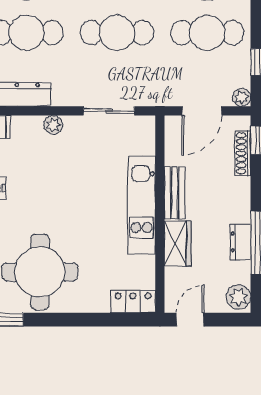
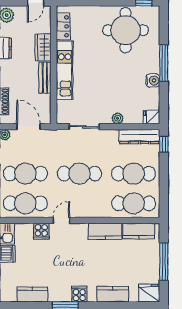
door: (202, 111) -> (29, 127), hinge flipped
locker: (133, 302) -> (63, 26), moved, turned -90

